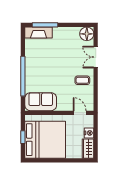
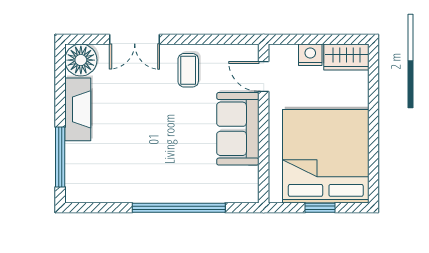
fireplace: (39, 33) -> (78, 109), moved
sofa: (41, 102) -> (238, 129), moved
door: (80, 113) -> (264, 76), hinge flipped

